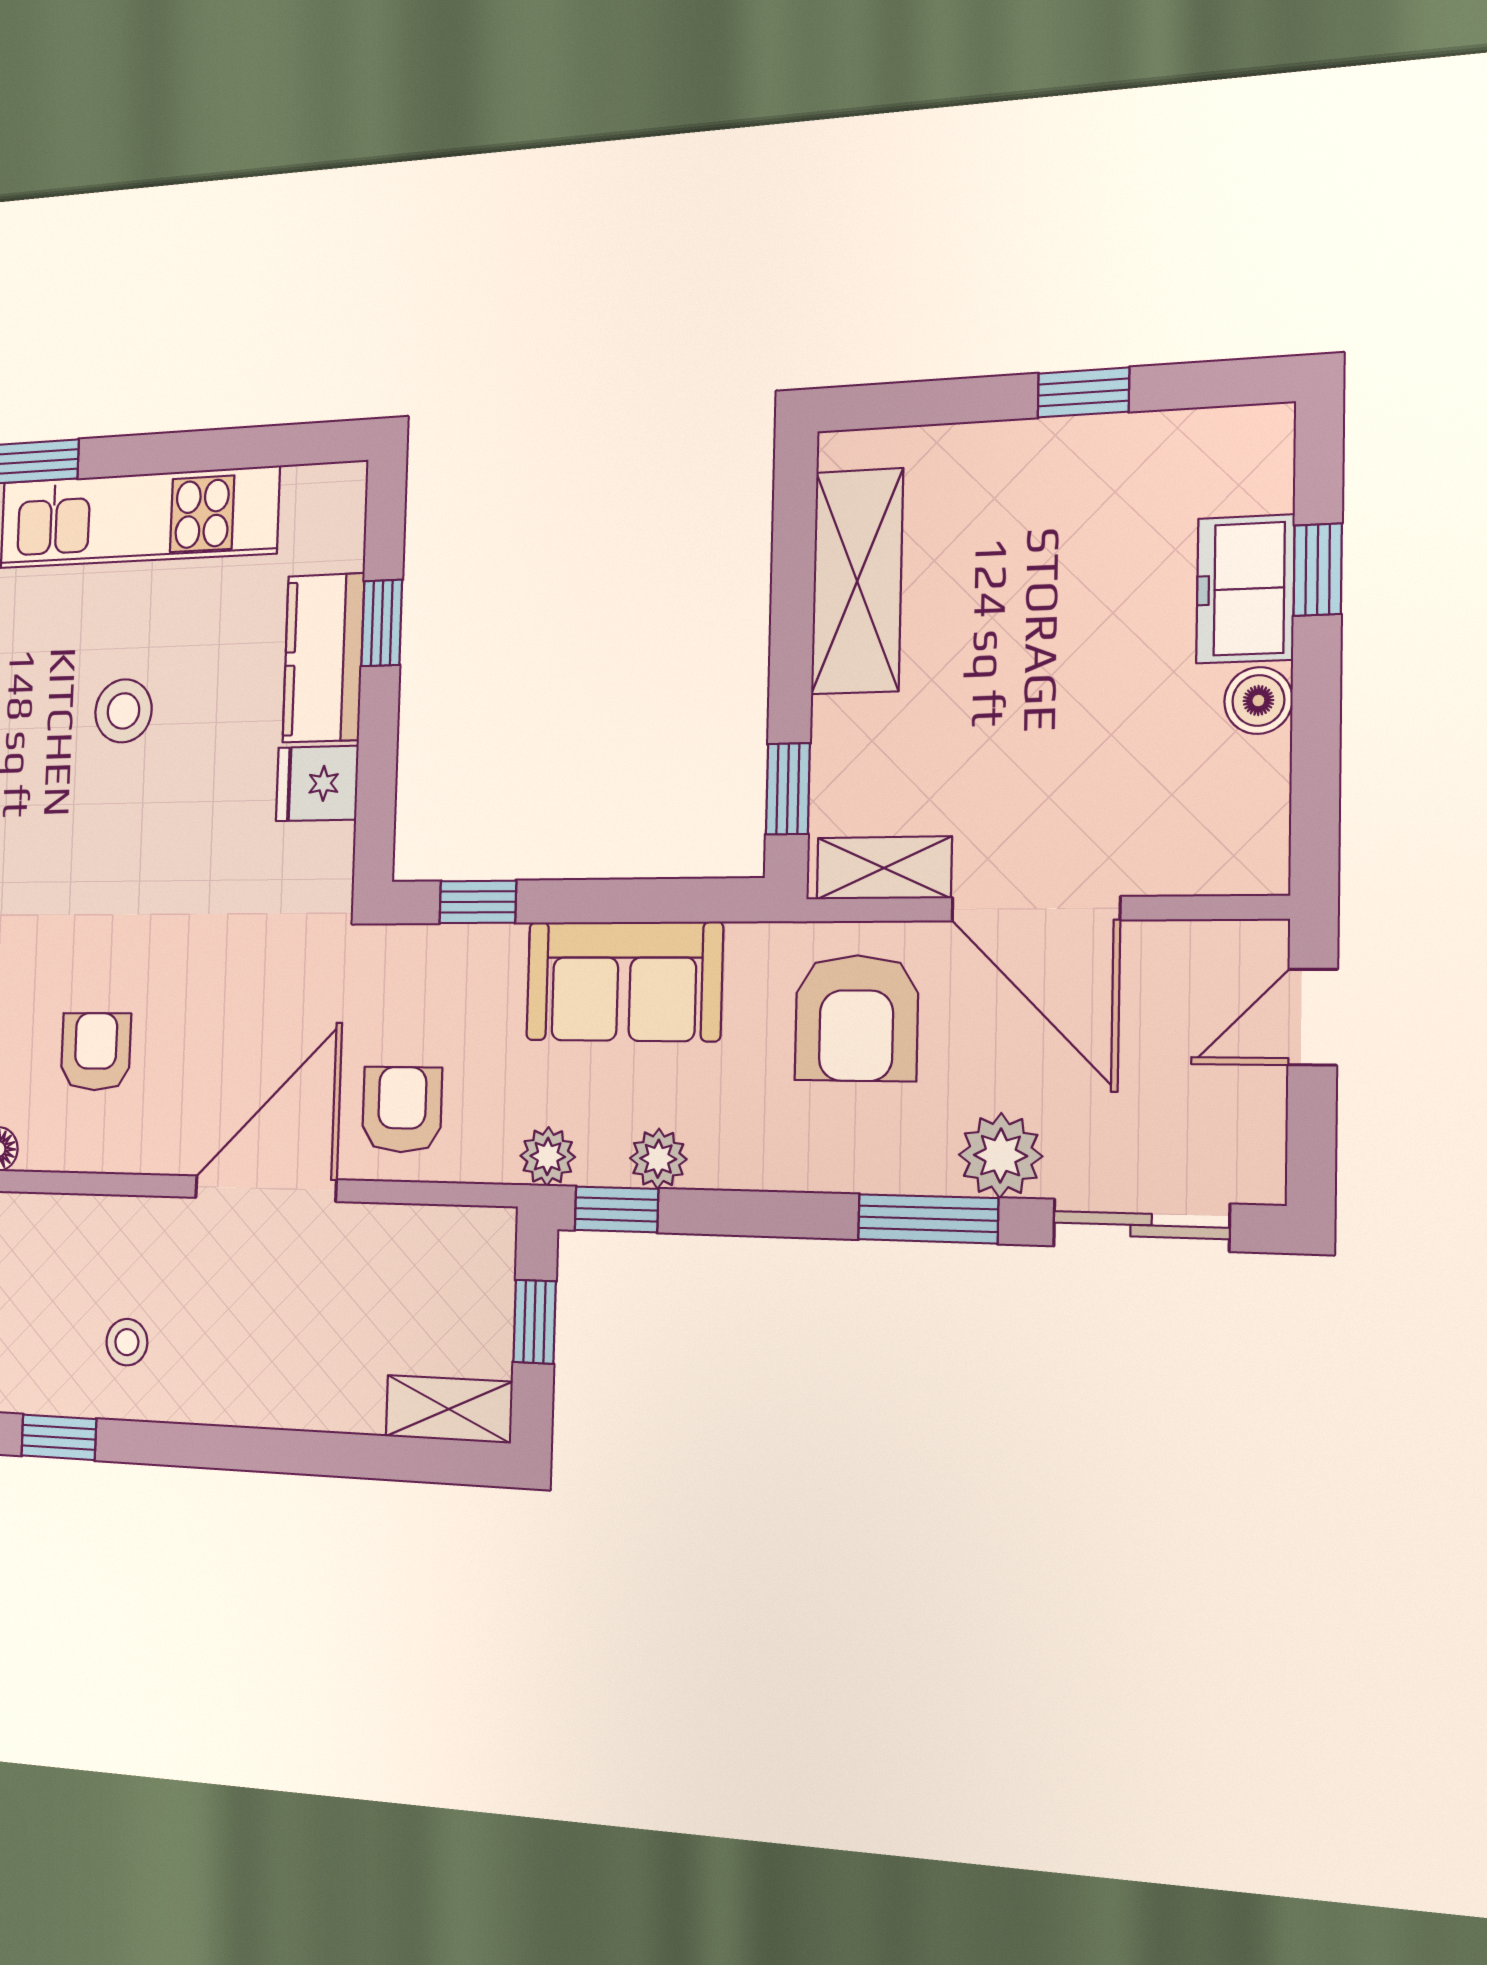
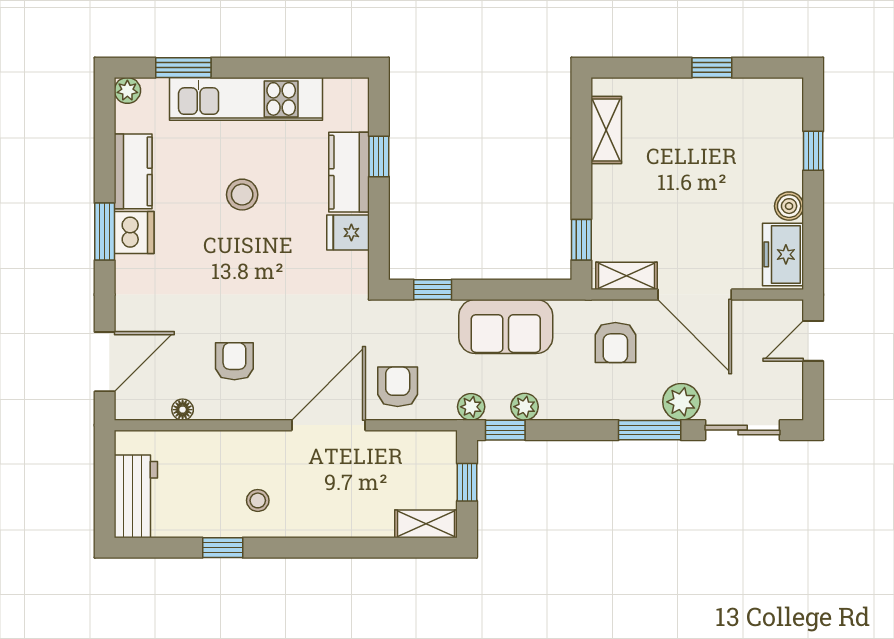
shelving: (857, 581) -> (606, 130), width x0.67, depth x0.75
freezer: (1245, 589) -> (783, 254), moved
armchair: (856, 1018) -> (615, 343), width x0.72, depth x0.72

